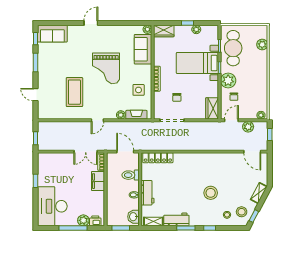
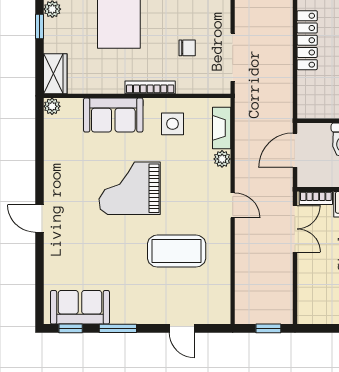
sofa: (52, 34) -> (80, 307), moved, turned -90
sofa: (143, 49) -> (113, 115), moved
grand piano: (106, 68) -> (130, 188), turned 180
door: (35, 95) -> (182, 328), hinge flipped
locker: (158, 158) -> (307, 40), moved

